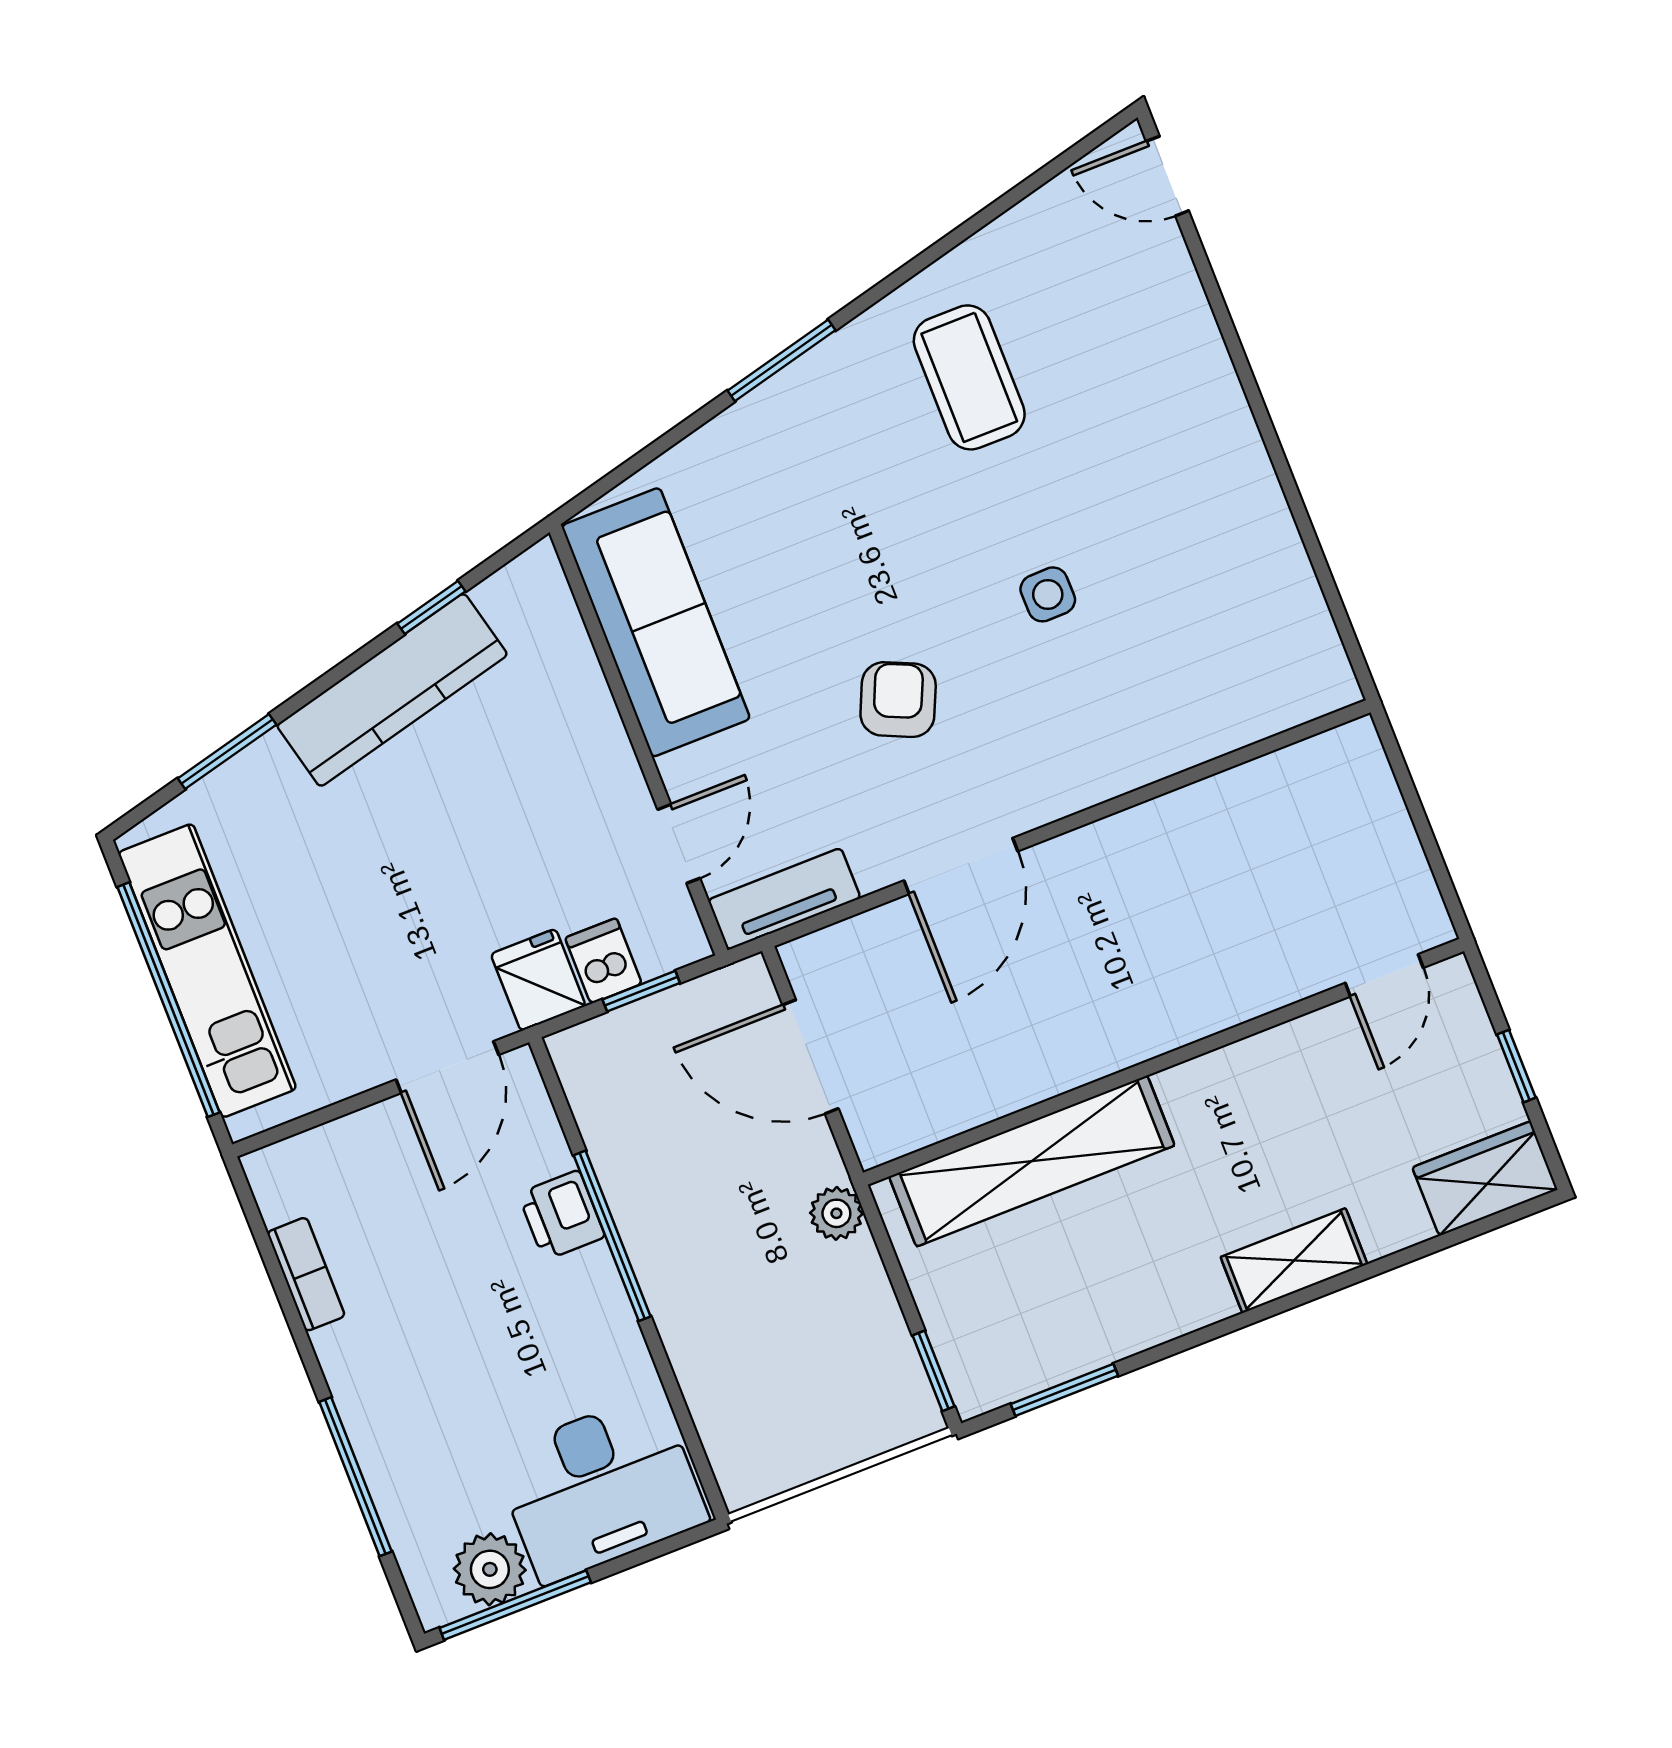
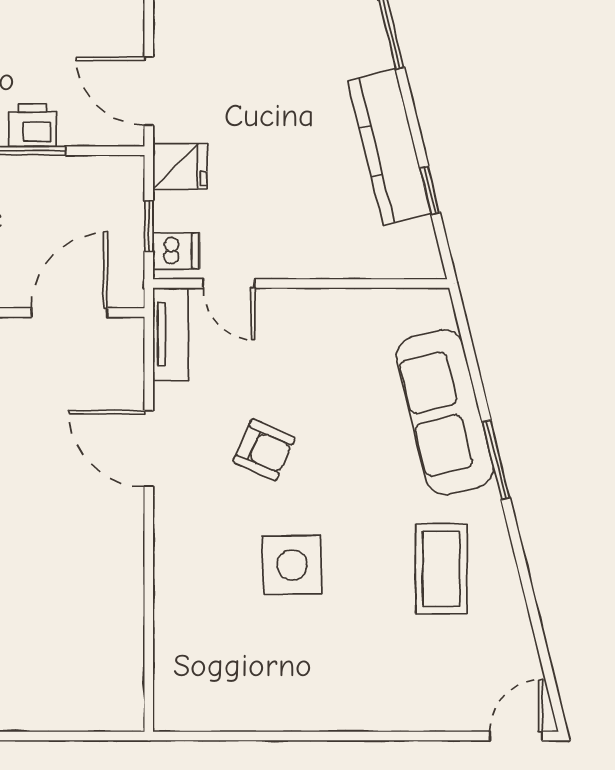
coffee table: (969, 377) -> (441, 569), turned 90
side table: (1048, 594) -> (292, 565), width x1.87, depth x1.87
sofa: (656, 622) -> (445, 412), moved, turned 76
dishwasher: (604, 961) -> (176, 251), moved

